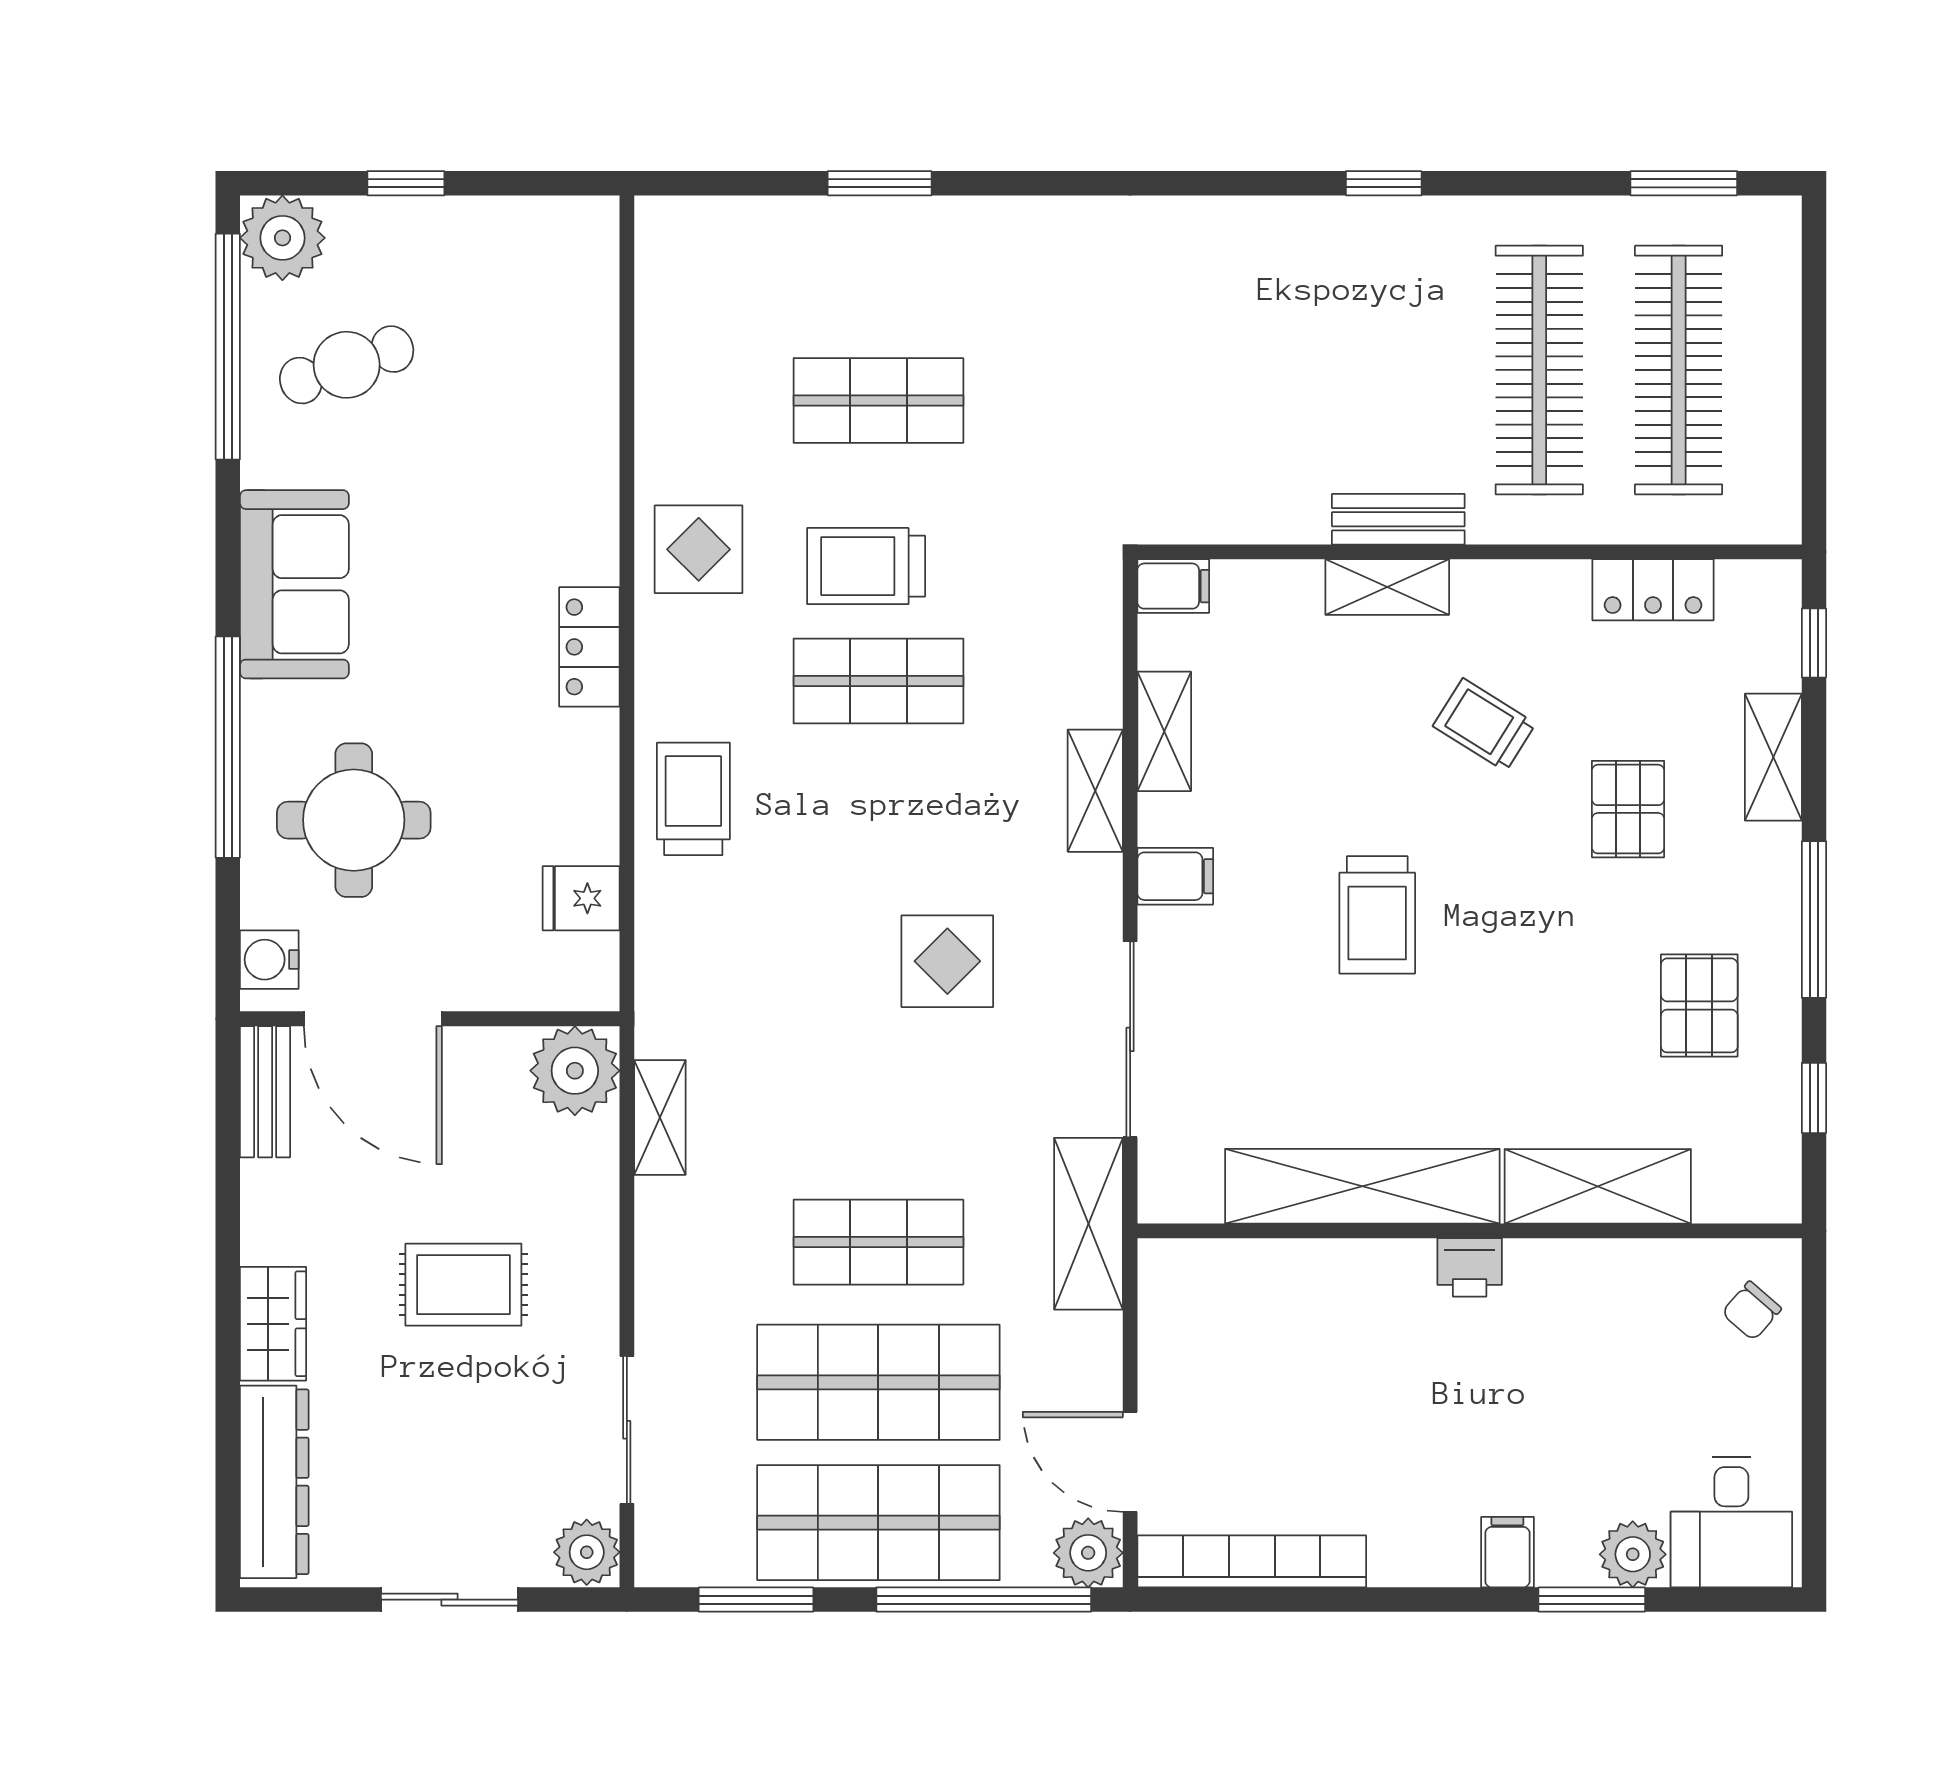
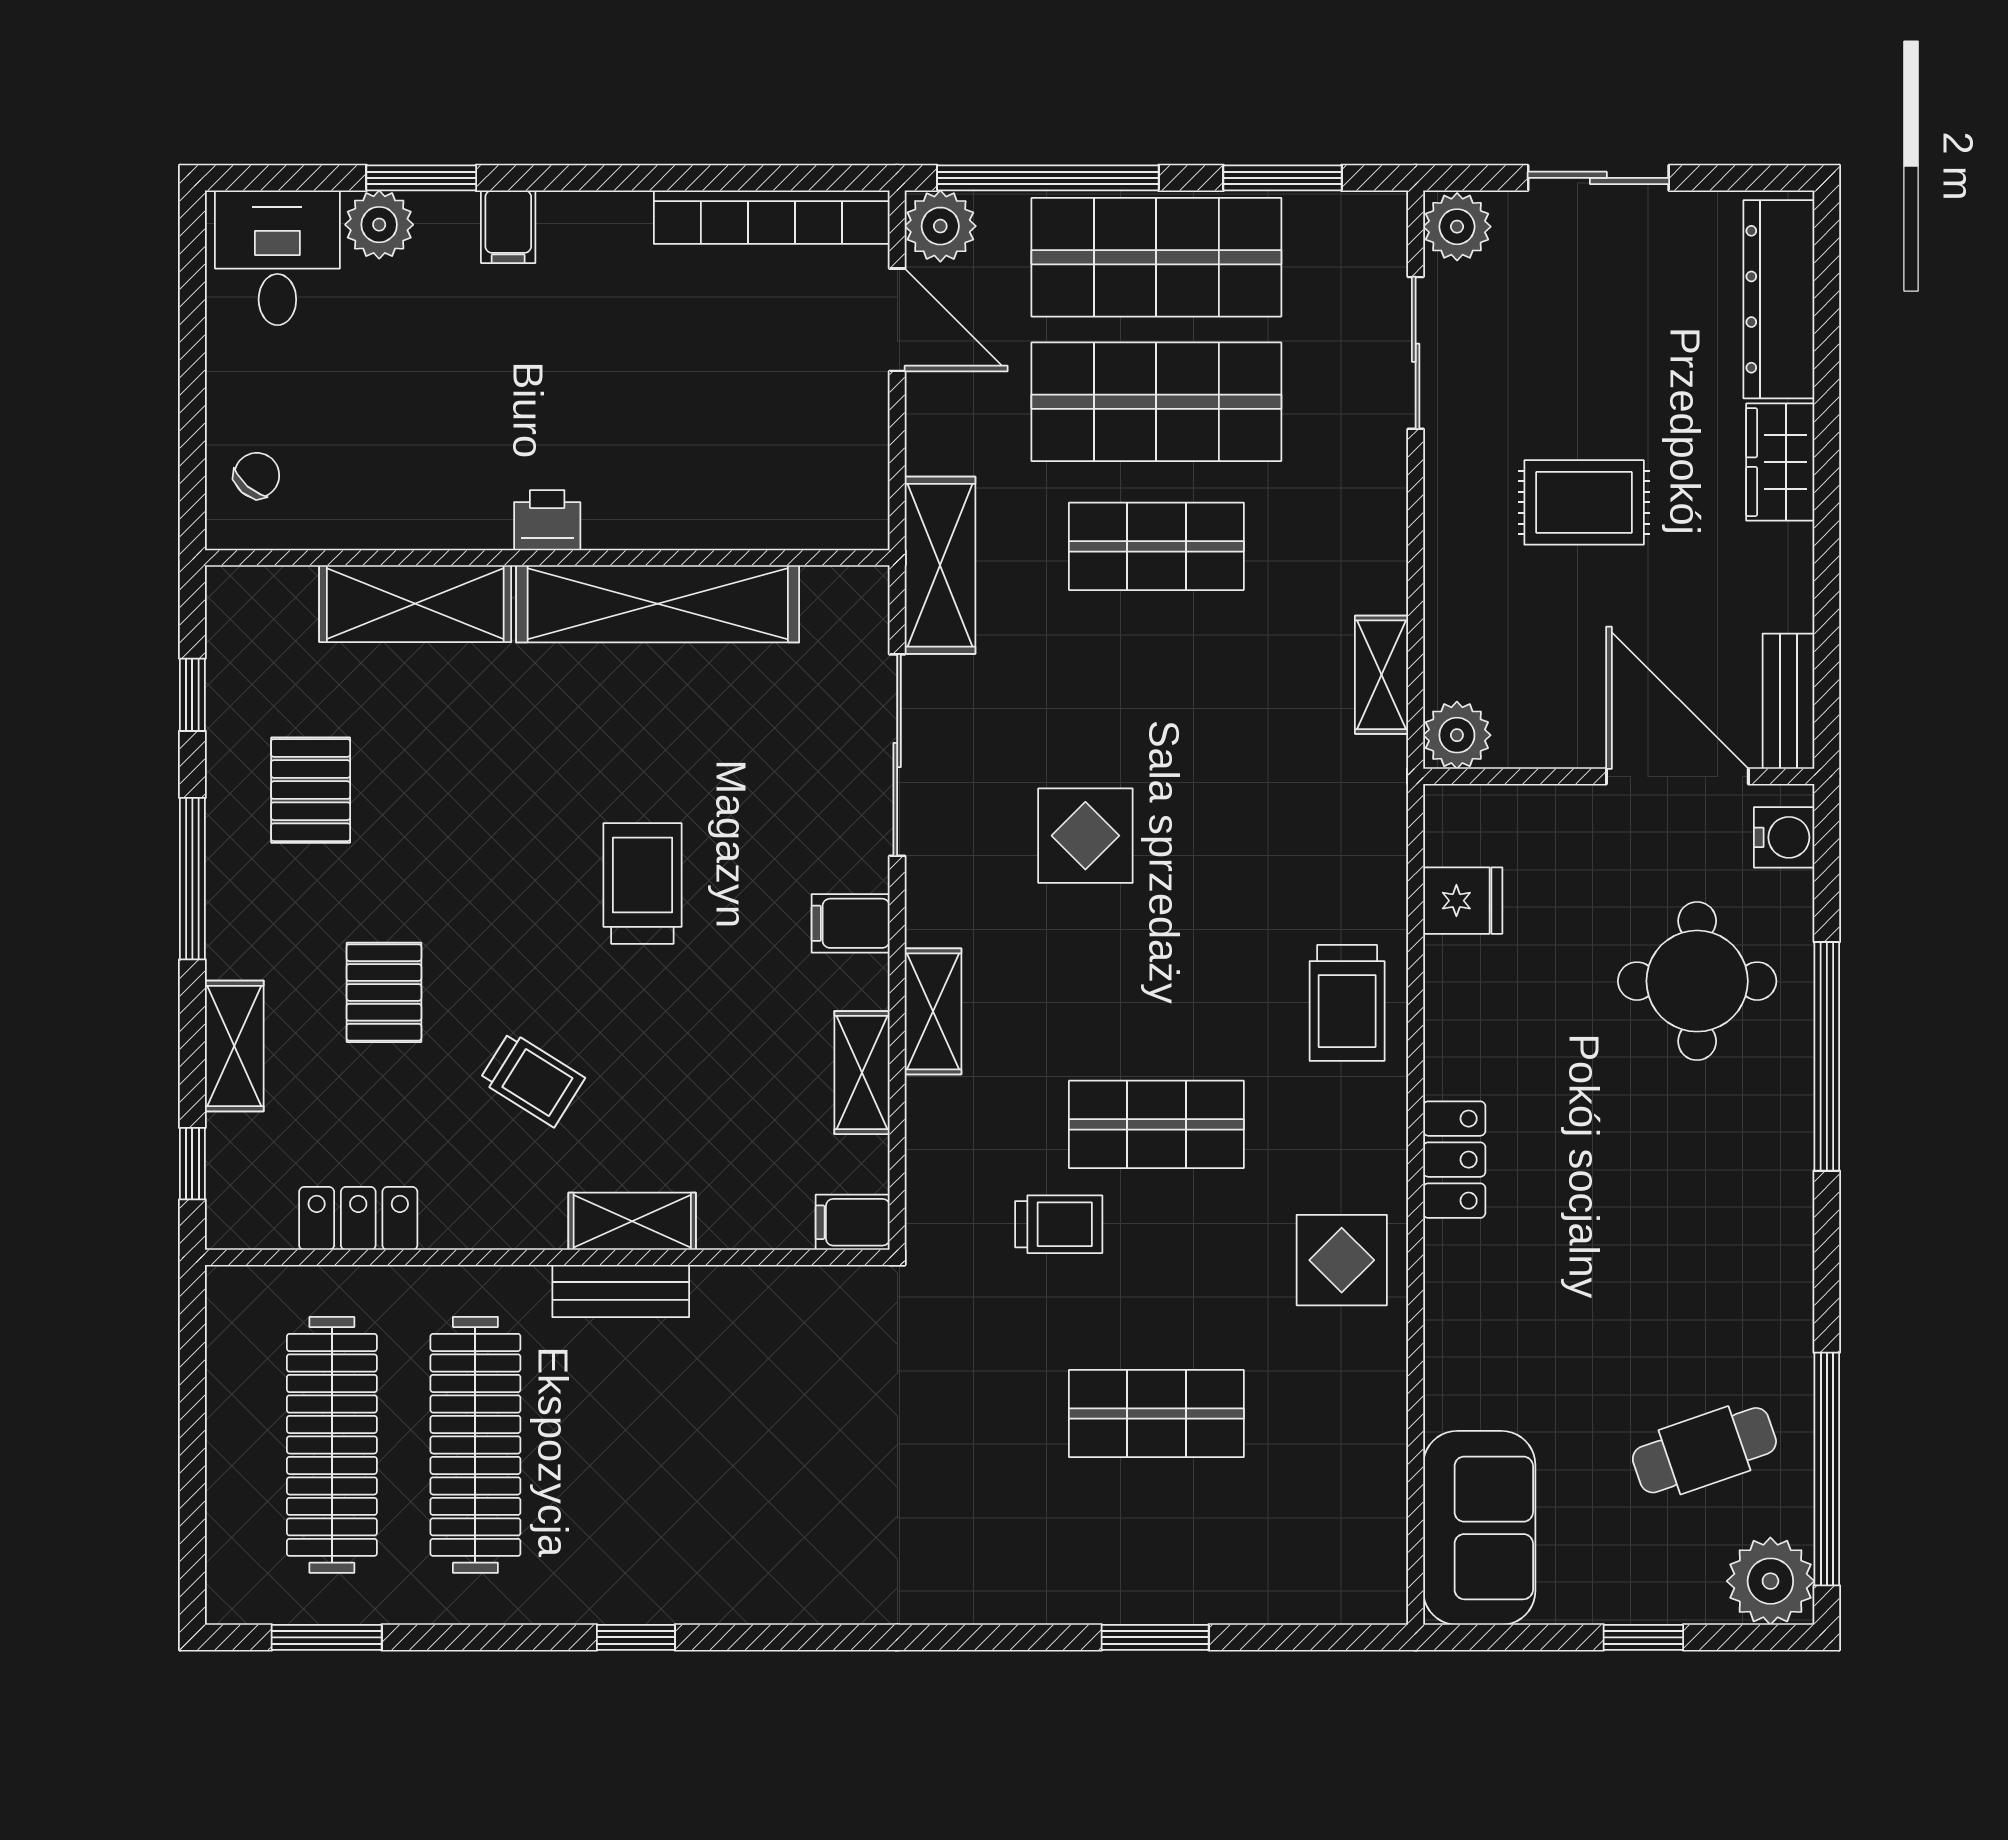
trolley: (866, 566) -> (1059, 1224), moved, width x0.73, depth x0.72
sofa: (294, 584) -> (1479, 1528), moved, turned 180
plant: (575, 1071) -> (1457, 735), width x0.73, depth x0.73

